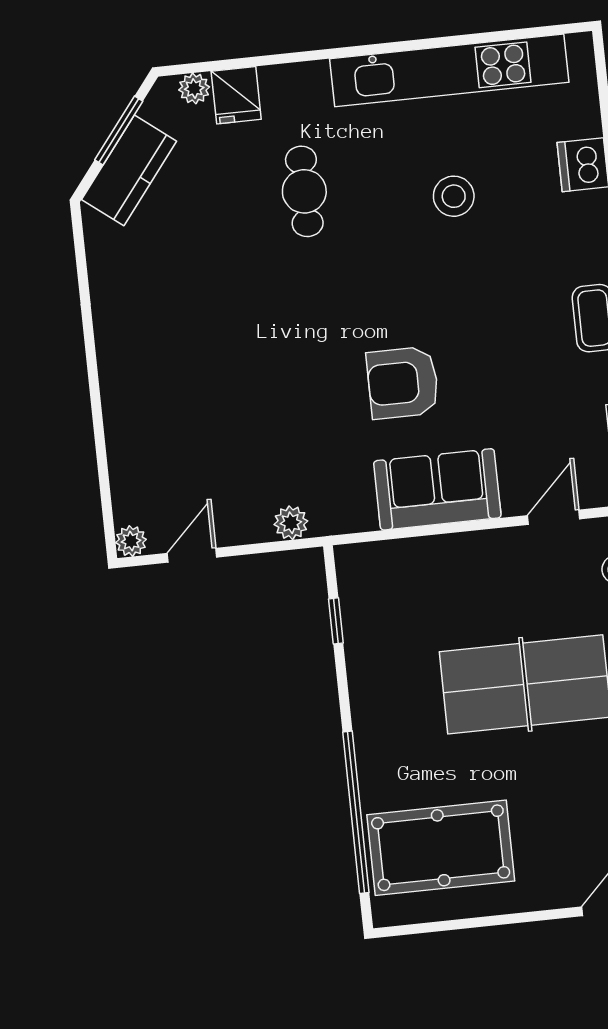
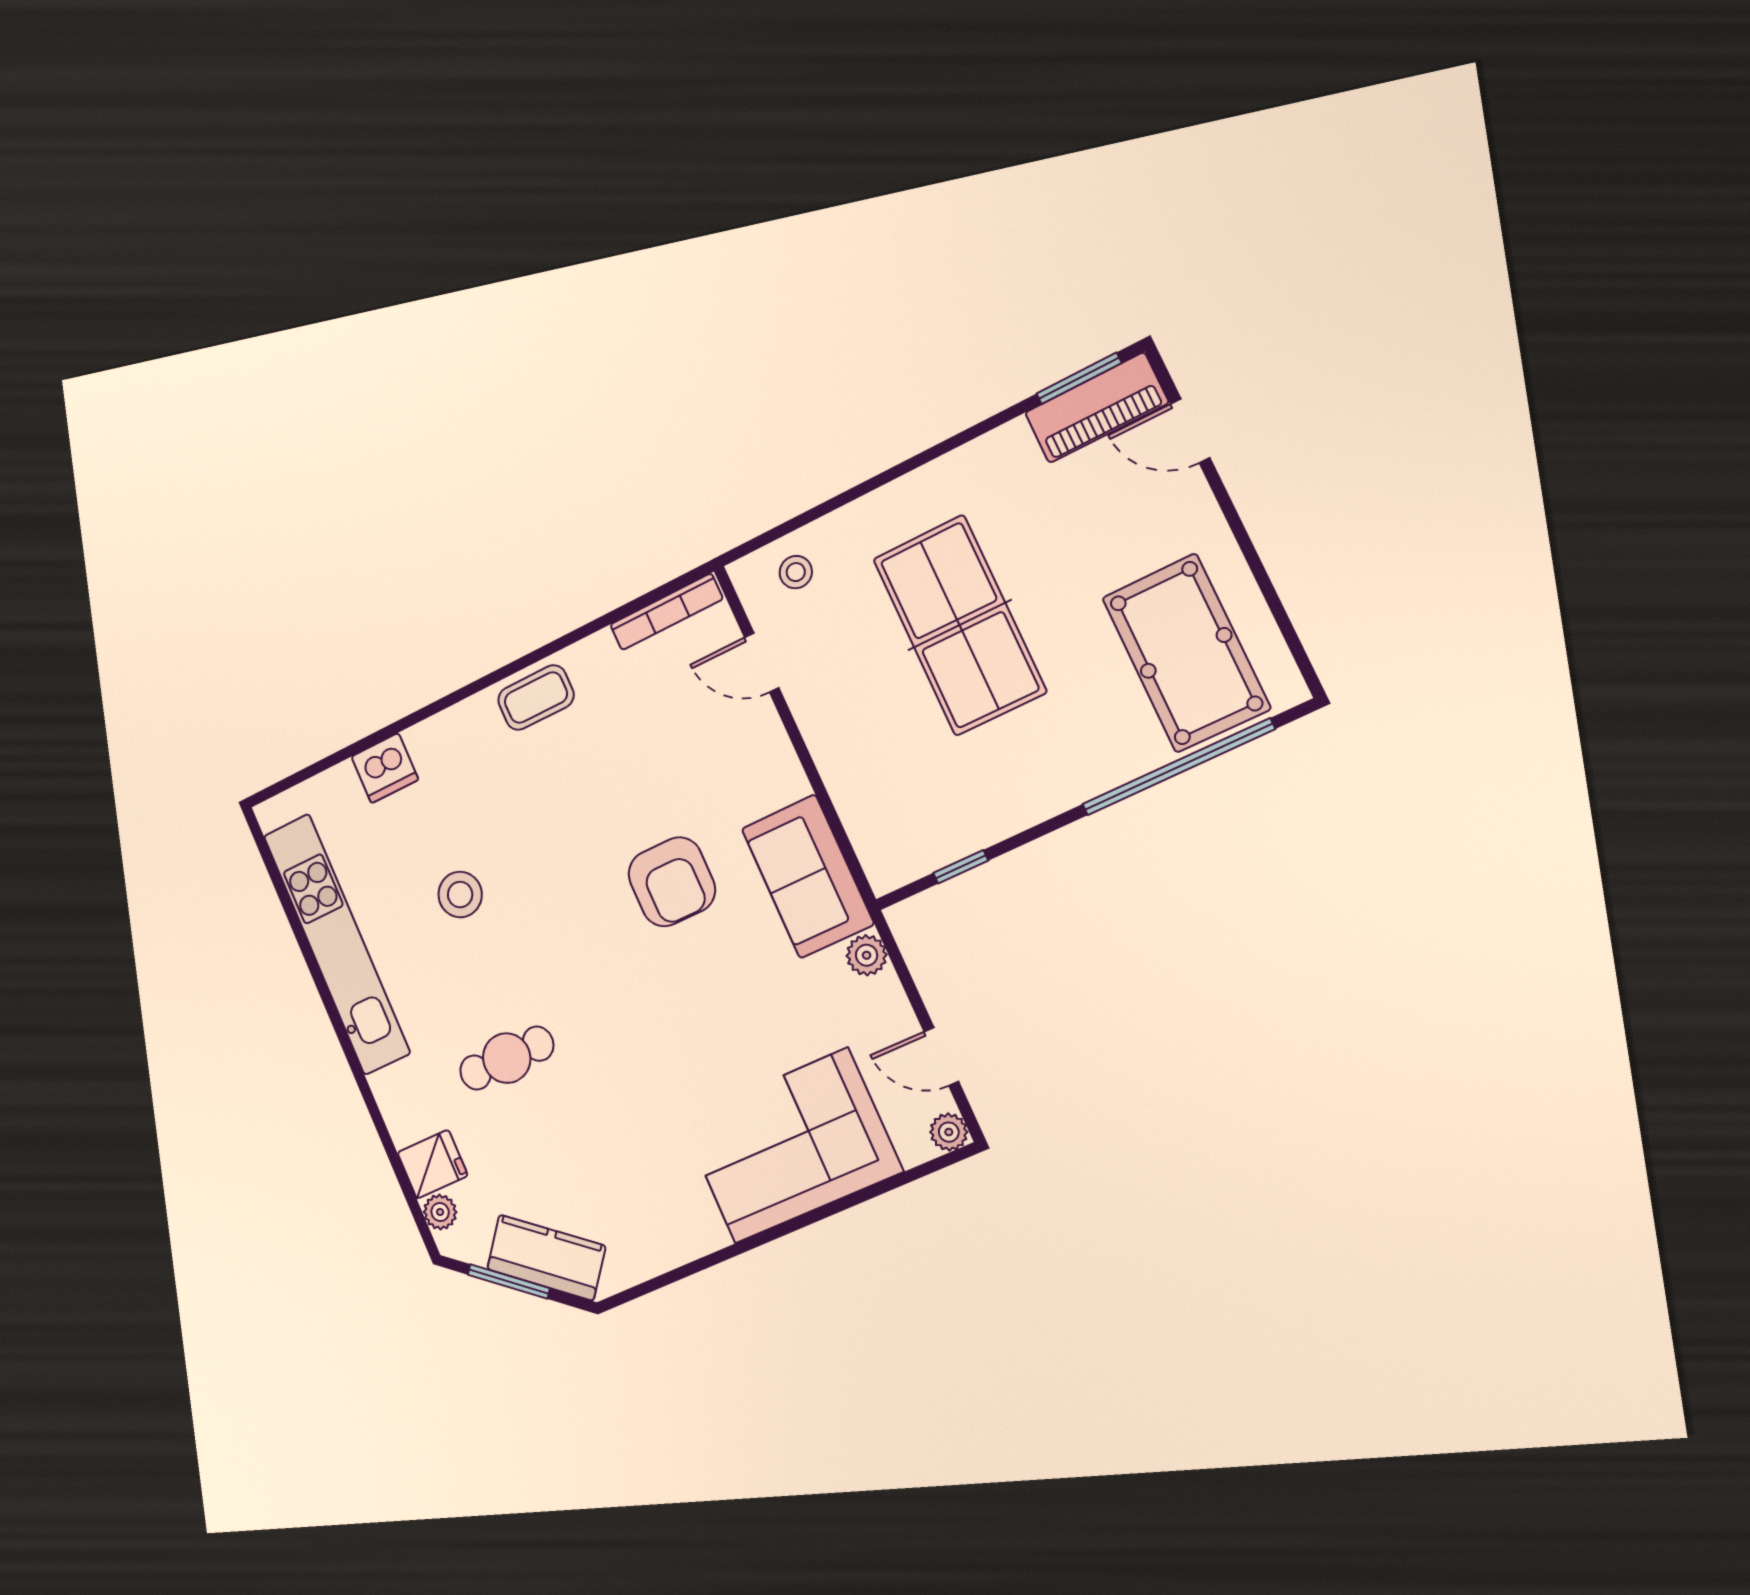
corner sofa: (159, 410) -> (791, 1146), added
sofa: (437, 489) -> (808, 876), moved

